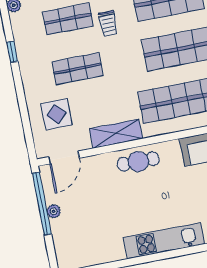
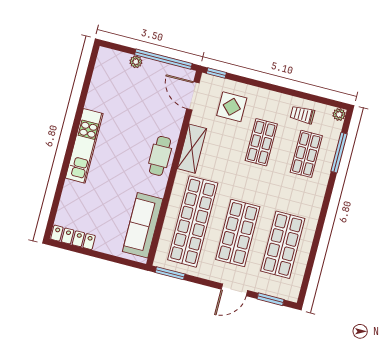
trolley: (108, 24) -> (302, 115), moved
window: (12, 52) -> (216, 73), moved
plant: (54, 211) -> (136, 62), moved

